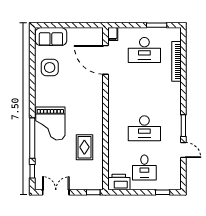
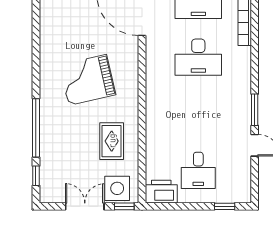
side table: (50, 67) -> (117, 188), moved
grand piano: (50, 123) -> (88, 80), moved, turned 77
desk: (144, 128) -> (198, 57), moved
double door: (56, 192) -> (85, 206), moved

